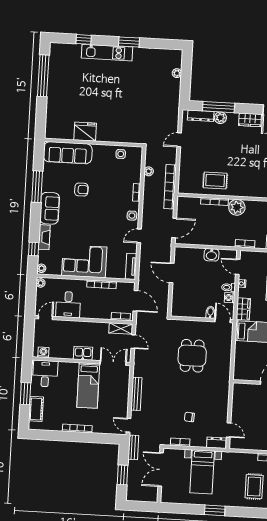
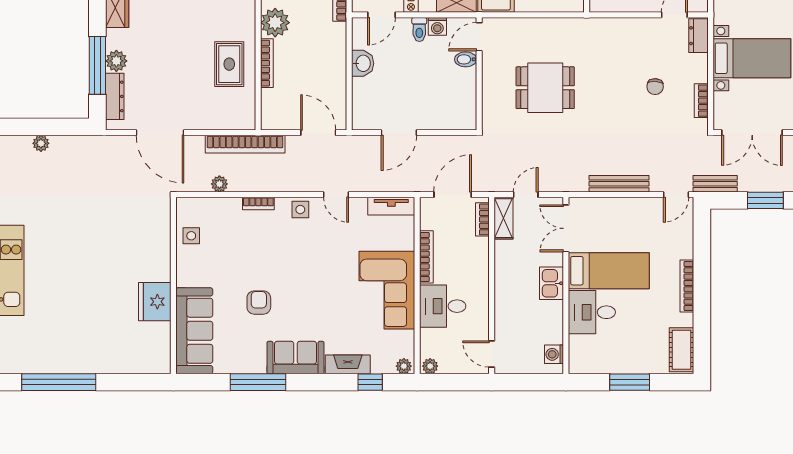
door: (179, 140) -> (160, 133), width x1.88
desk: (68, 305) -> (443, 306), moved, turned 180
desk: (45, 374) -> (592, 312), moved
cot: (36, 409) -> (682, 350), moved, turned 90

